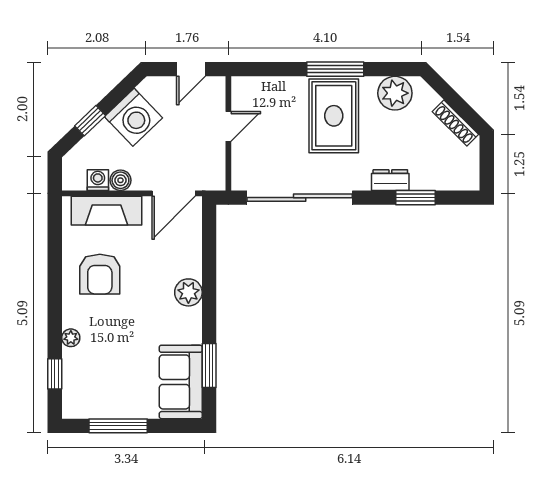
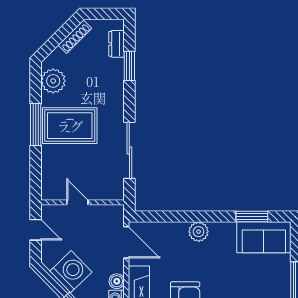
dresser: (390, 180) -> (117, 44), moved
sliding door: (300, 198) -> (129, 150), width x0.73

